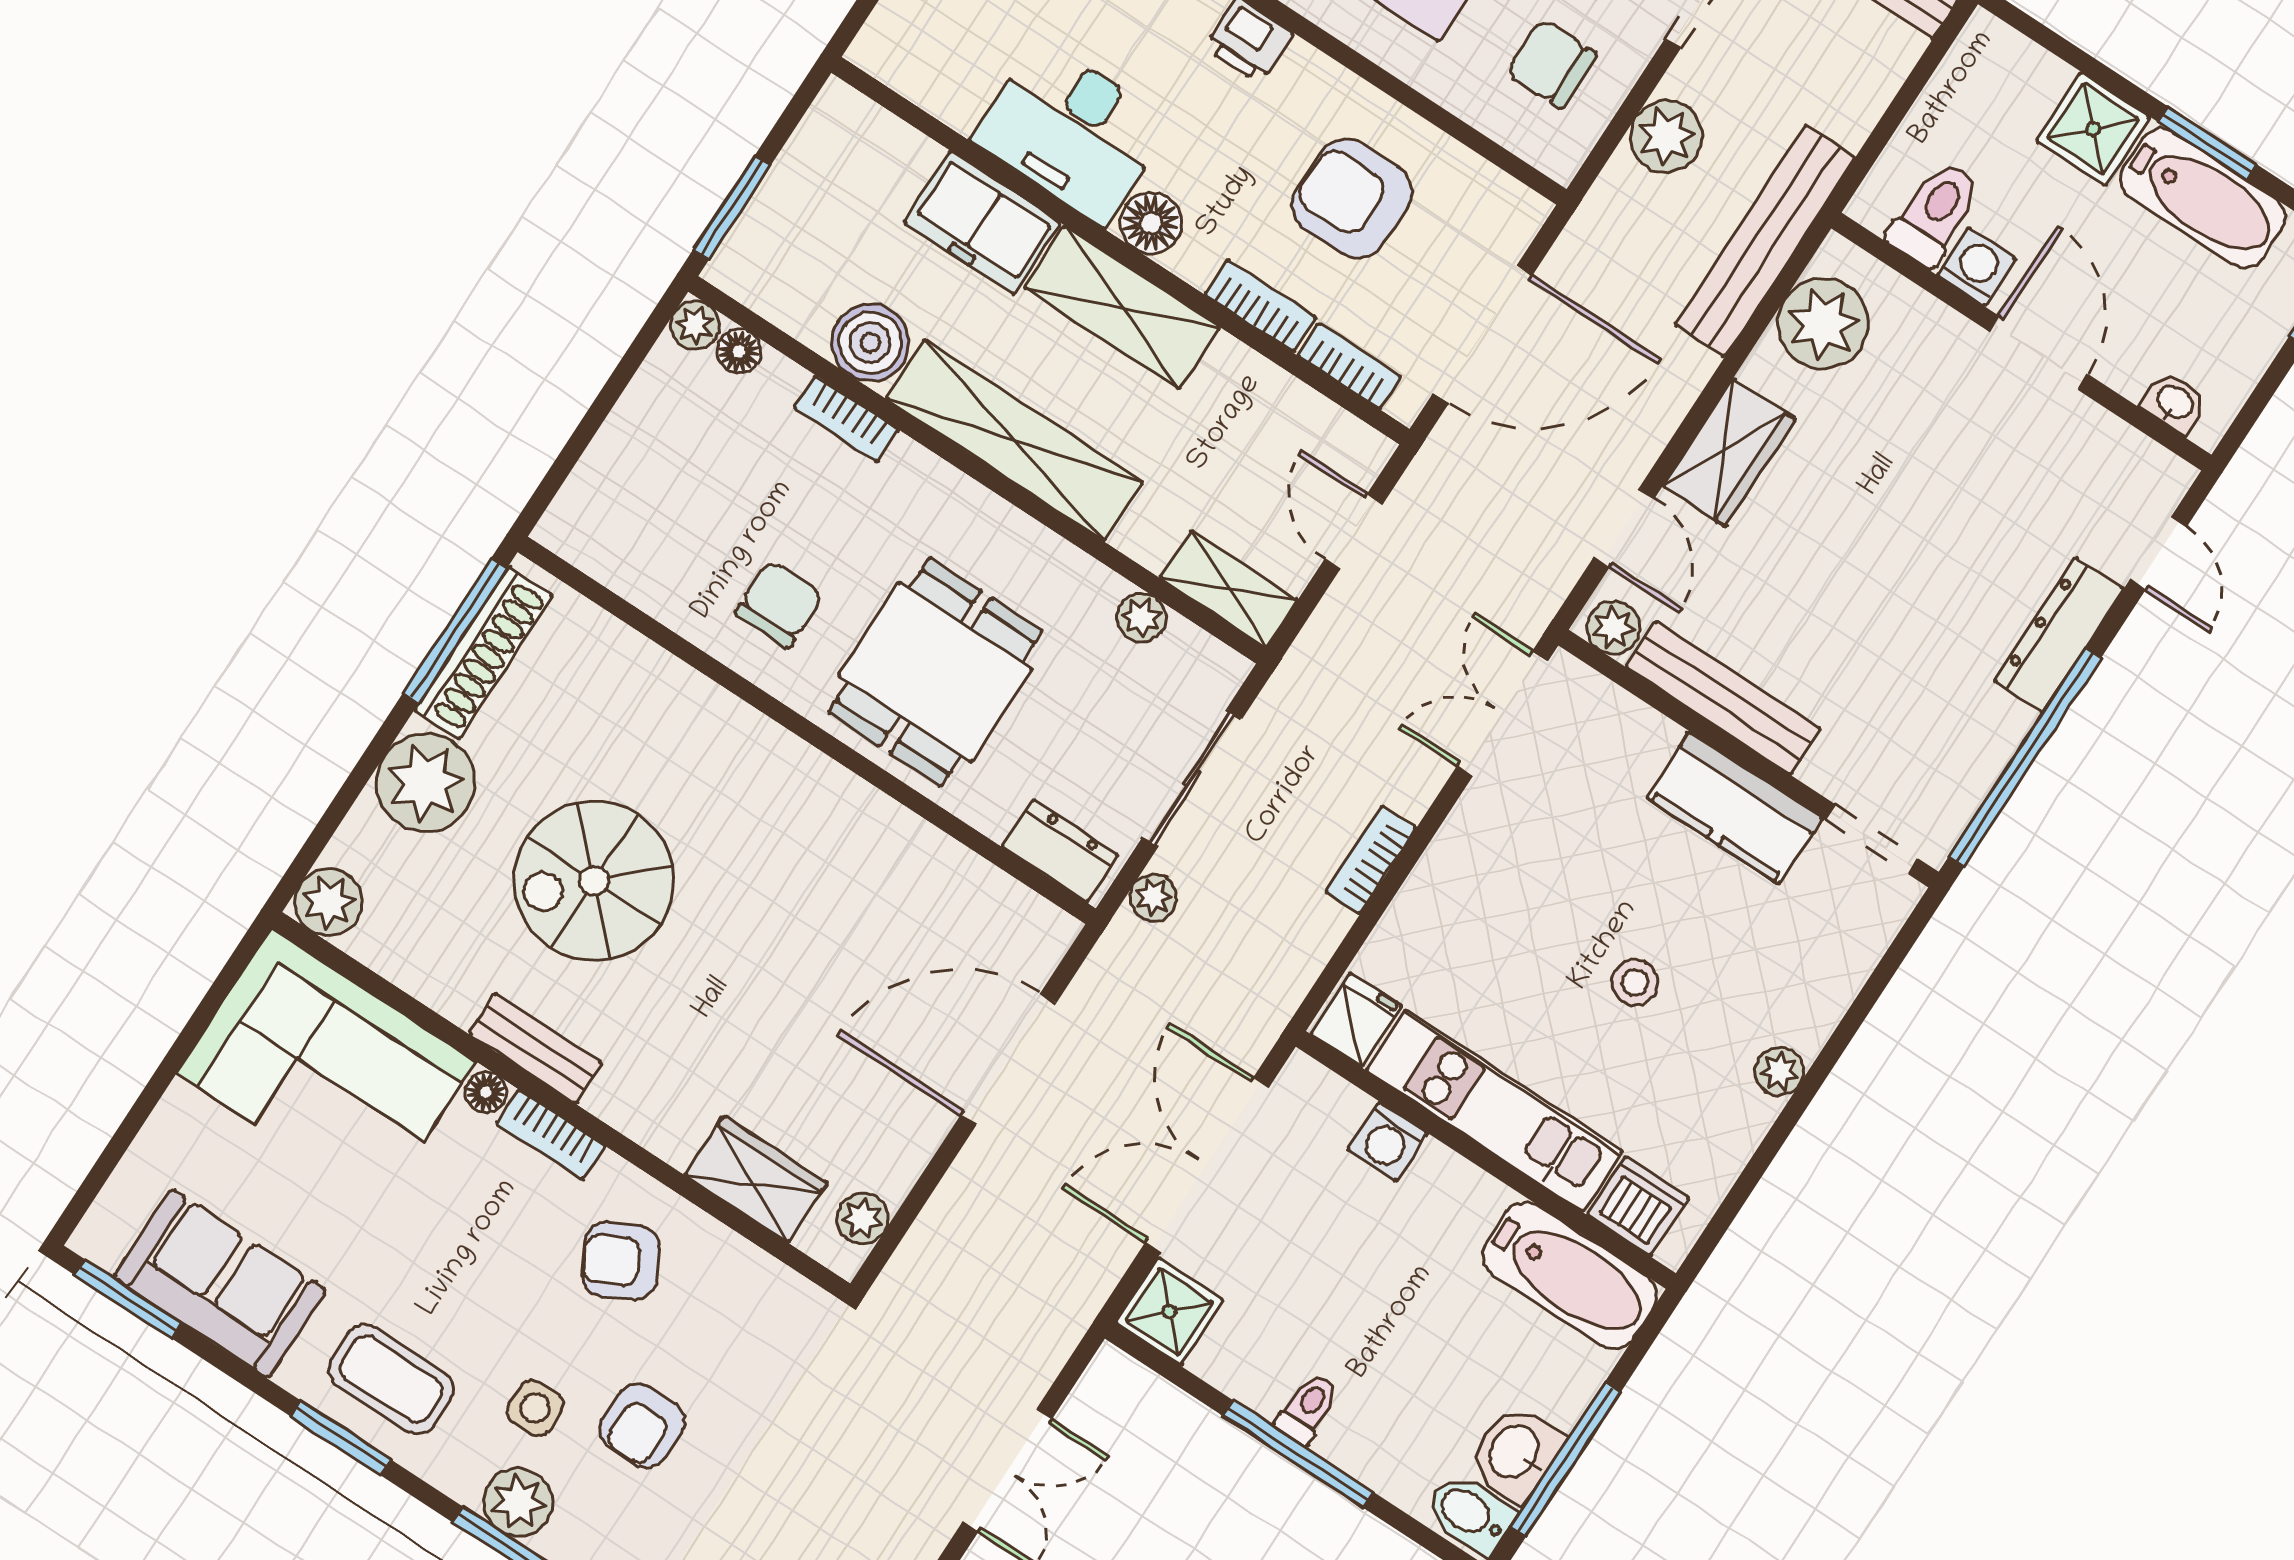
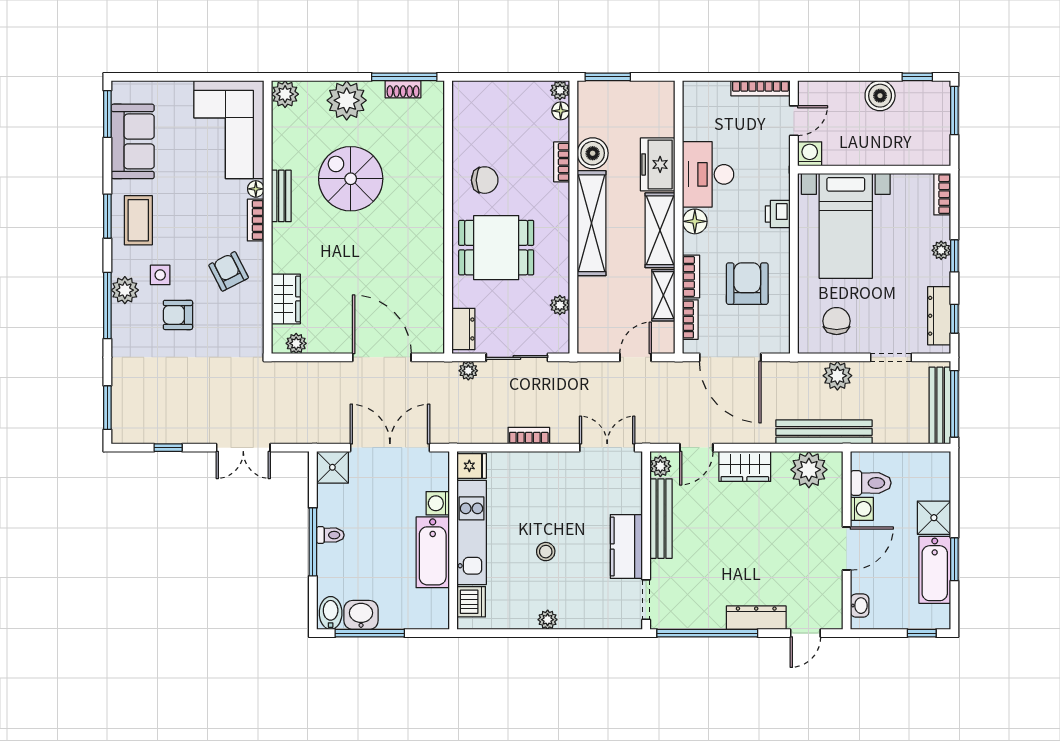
shelving: (1229, 589) -> (663, 295), moved
shoe rack: (483, 653) -> (403, 89), width x0.51, depth x0.81
bathtub: (1569, 1275) -> (433, 552), moved

